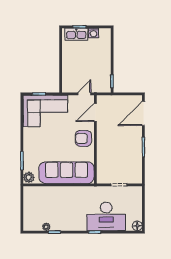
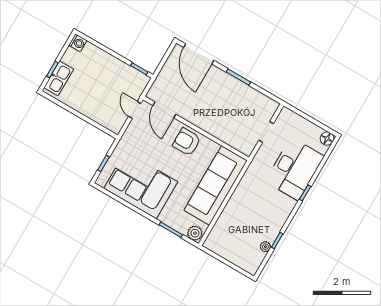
washing machine: (94, 33) -> (78, 43), moved
corner sofa: (45, 111) -> (141, 185), moved, turned -90
armchair: (83, 138) -> (187, 142), turned 90

